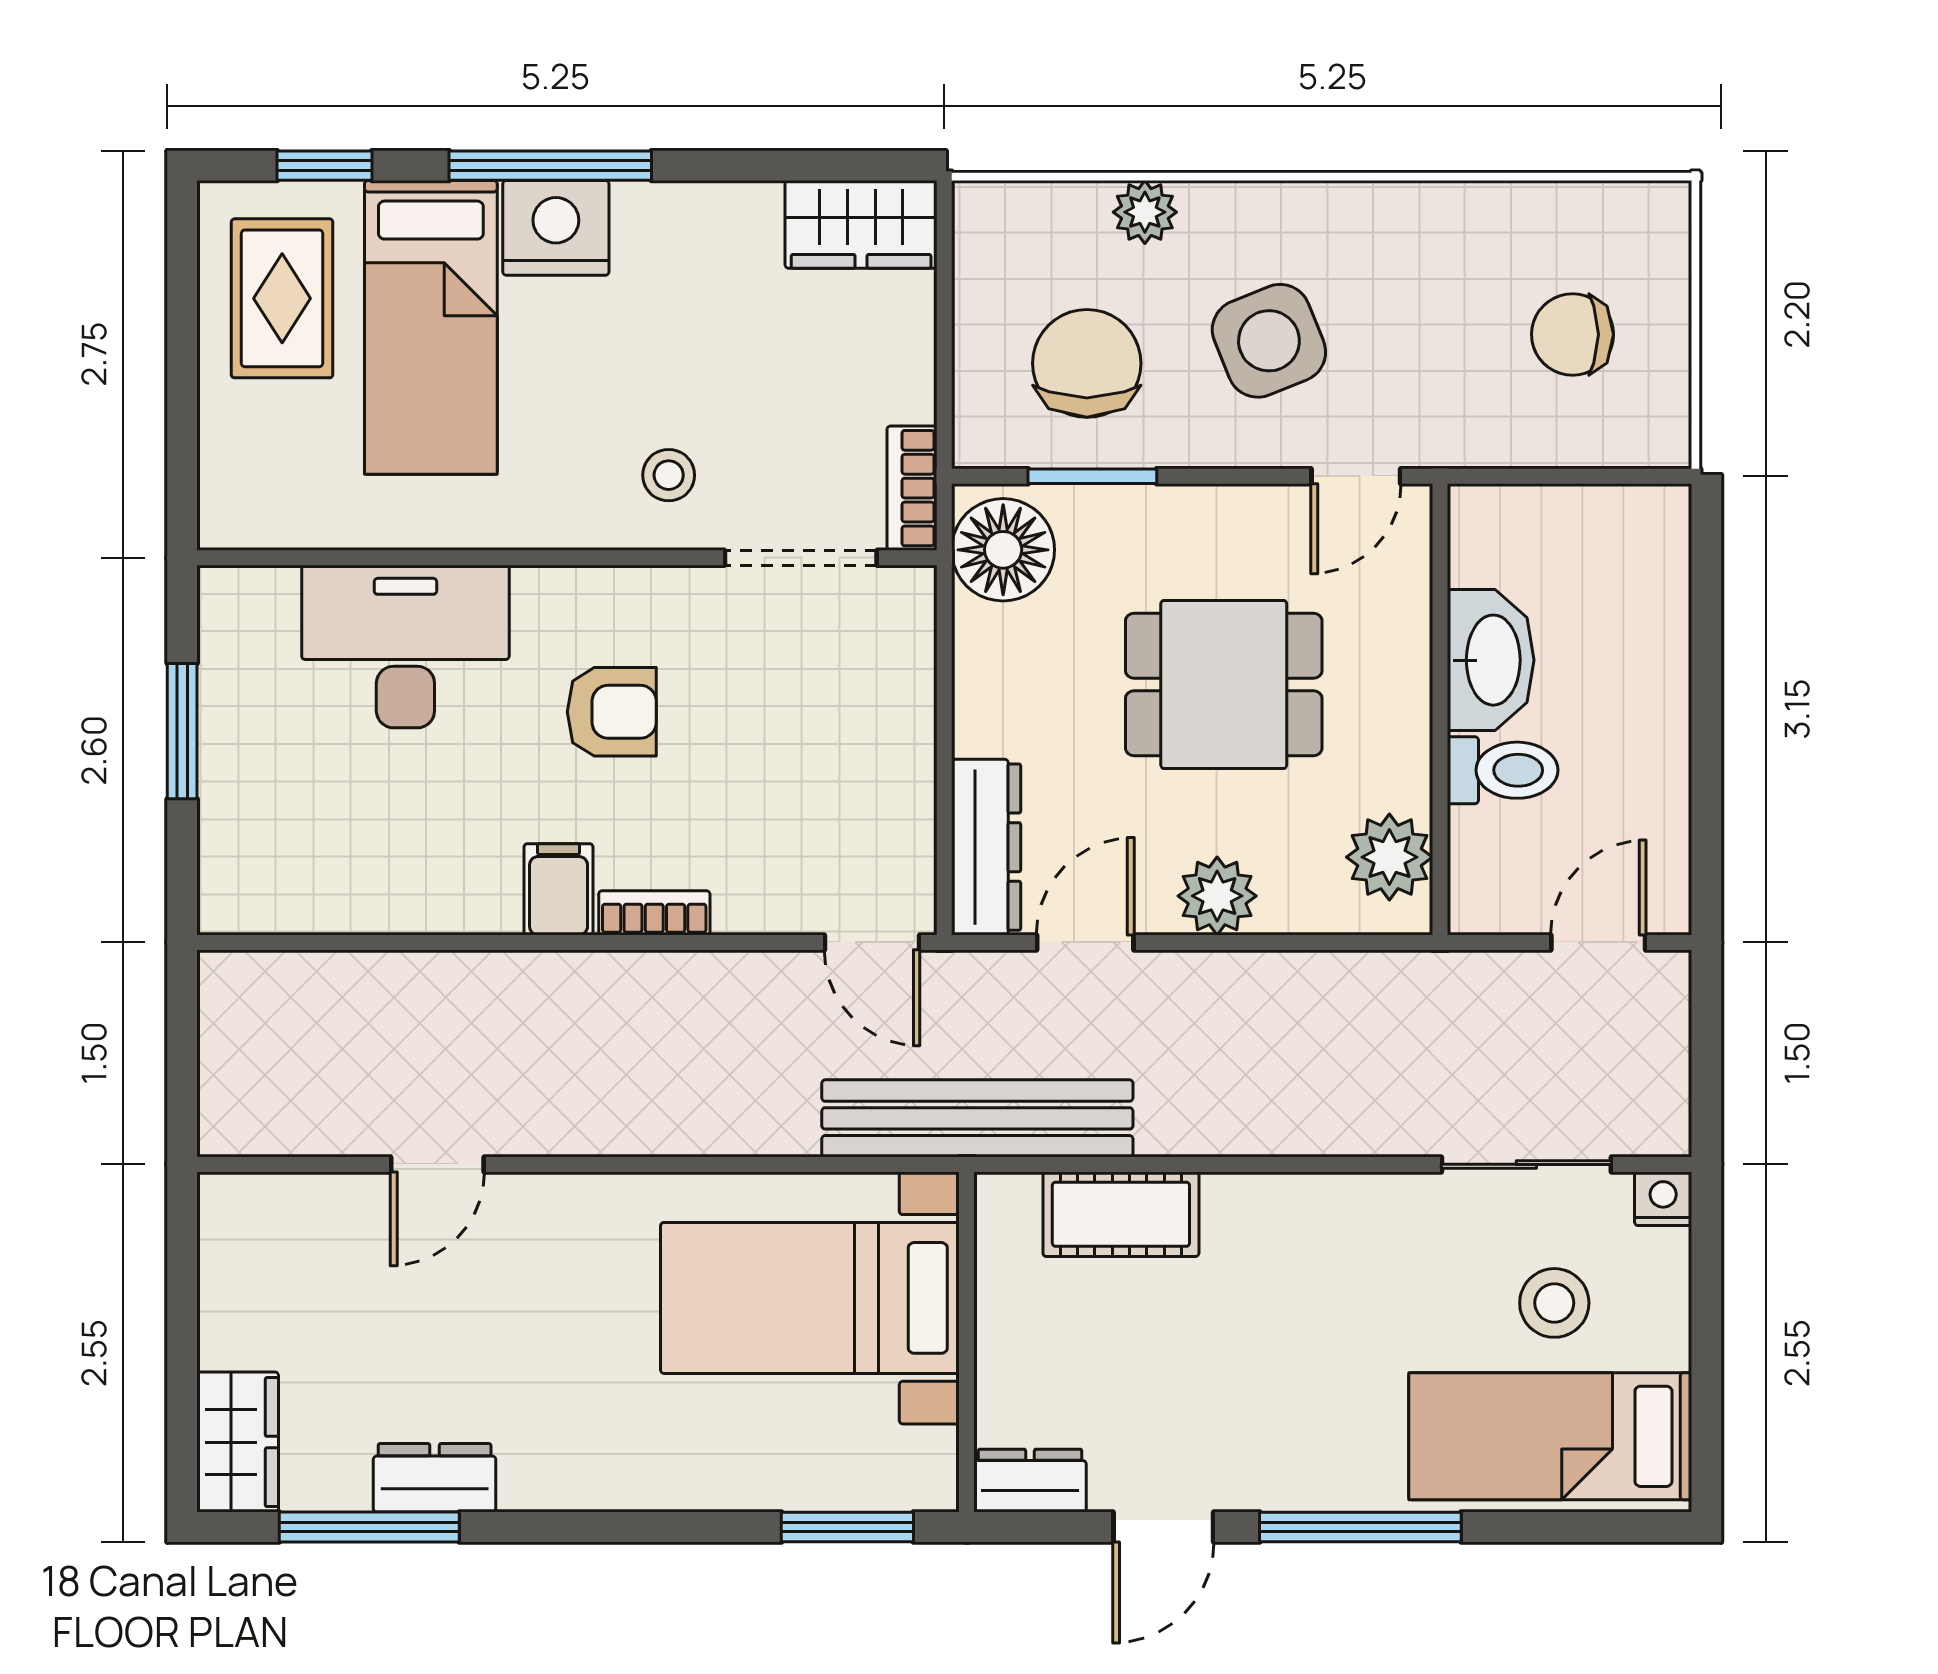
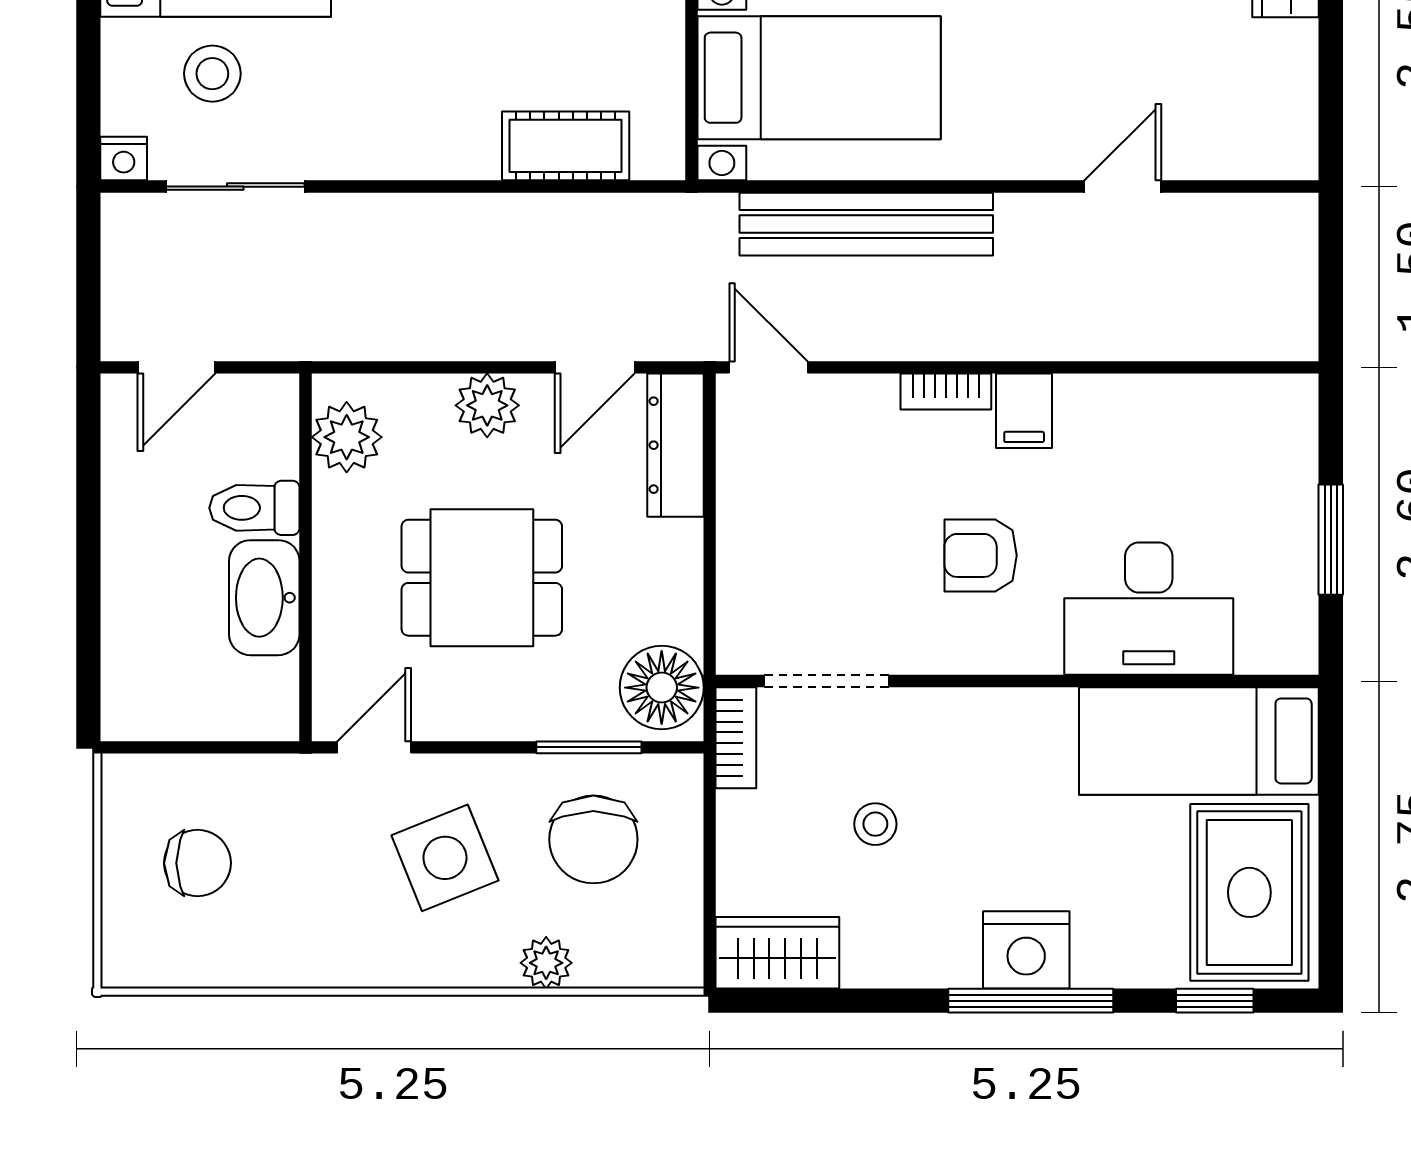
rug: (282, 298) -> (1249, 892), width x1.36, depth x1.43
bed: (431, 327) -> (1199, 741), moved, turned -90
stool: (669, 475) -> (875, 824), moved
bench: (977, 1118) -> (866, 224), moved

